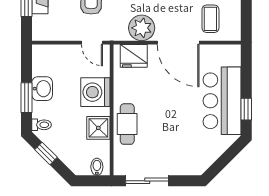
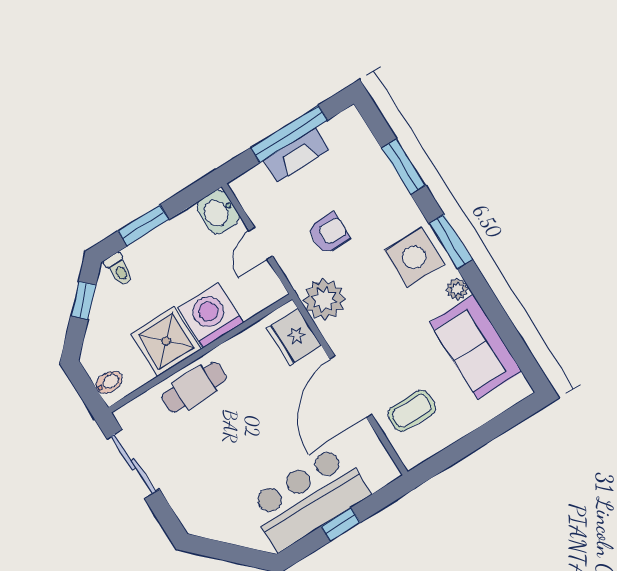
plant: (142, 28) -> (324, 299), moved
door: (92, 43) -> (261, 243), moved
washbasin: (42, 89) -> (218, 212), moved, turned 90
window: (246, 109) -> (341, 524), moved
shower: (98, 128) -> (166, 341), width x1.36, depth x1.36

